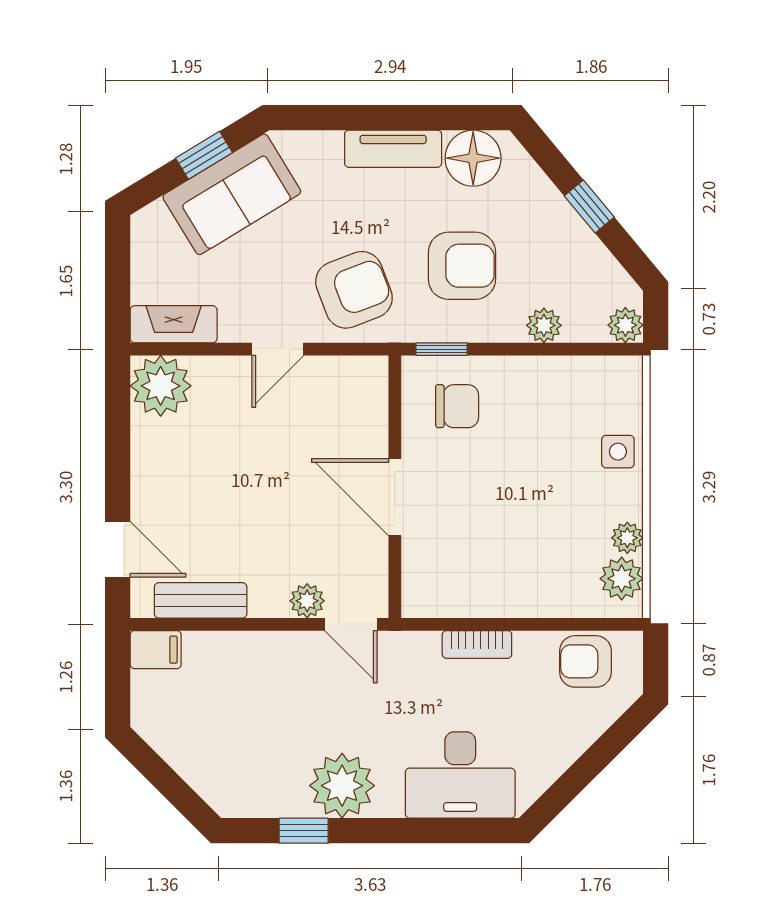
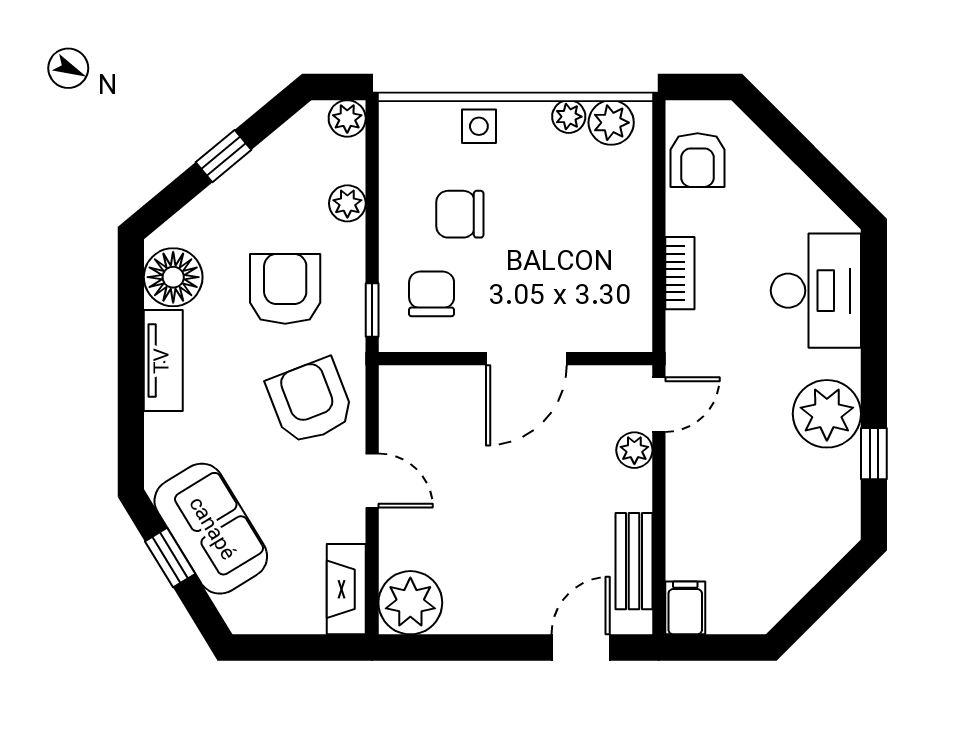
chair: (534, 433) -> (460, 214), added

